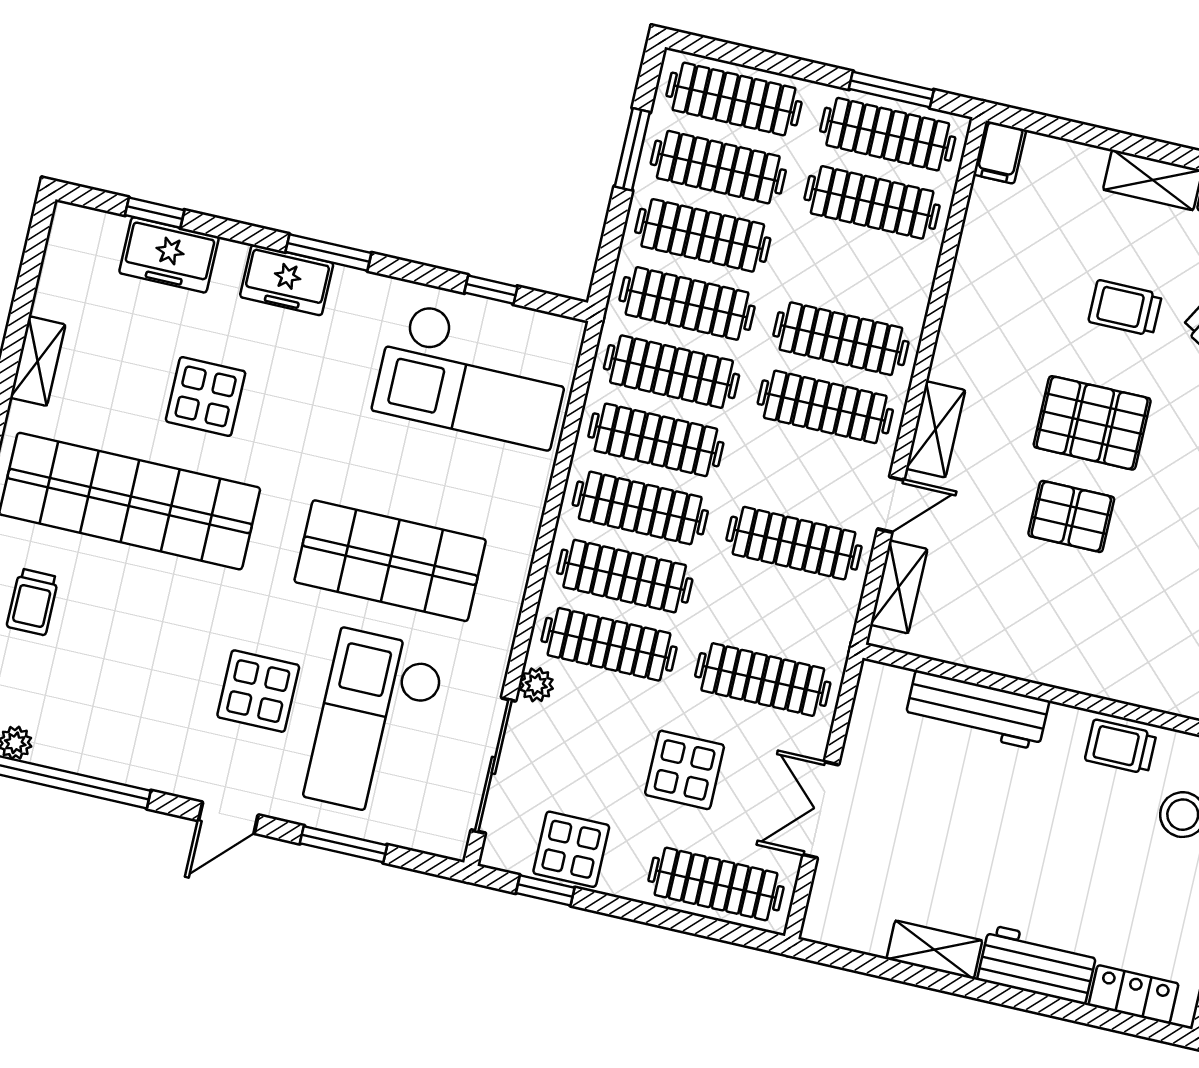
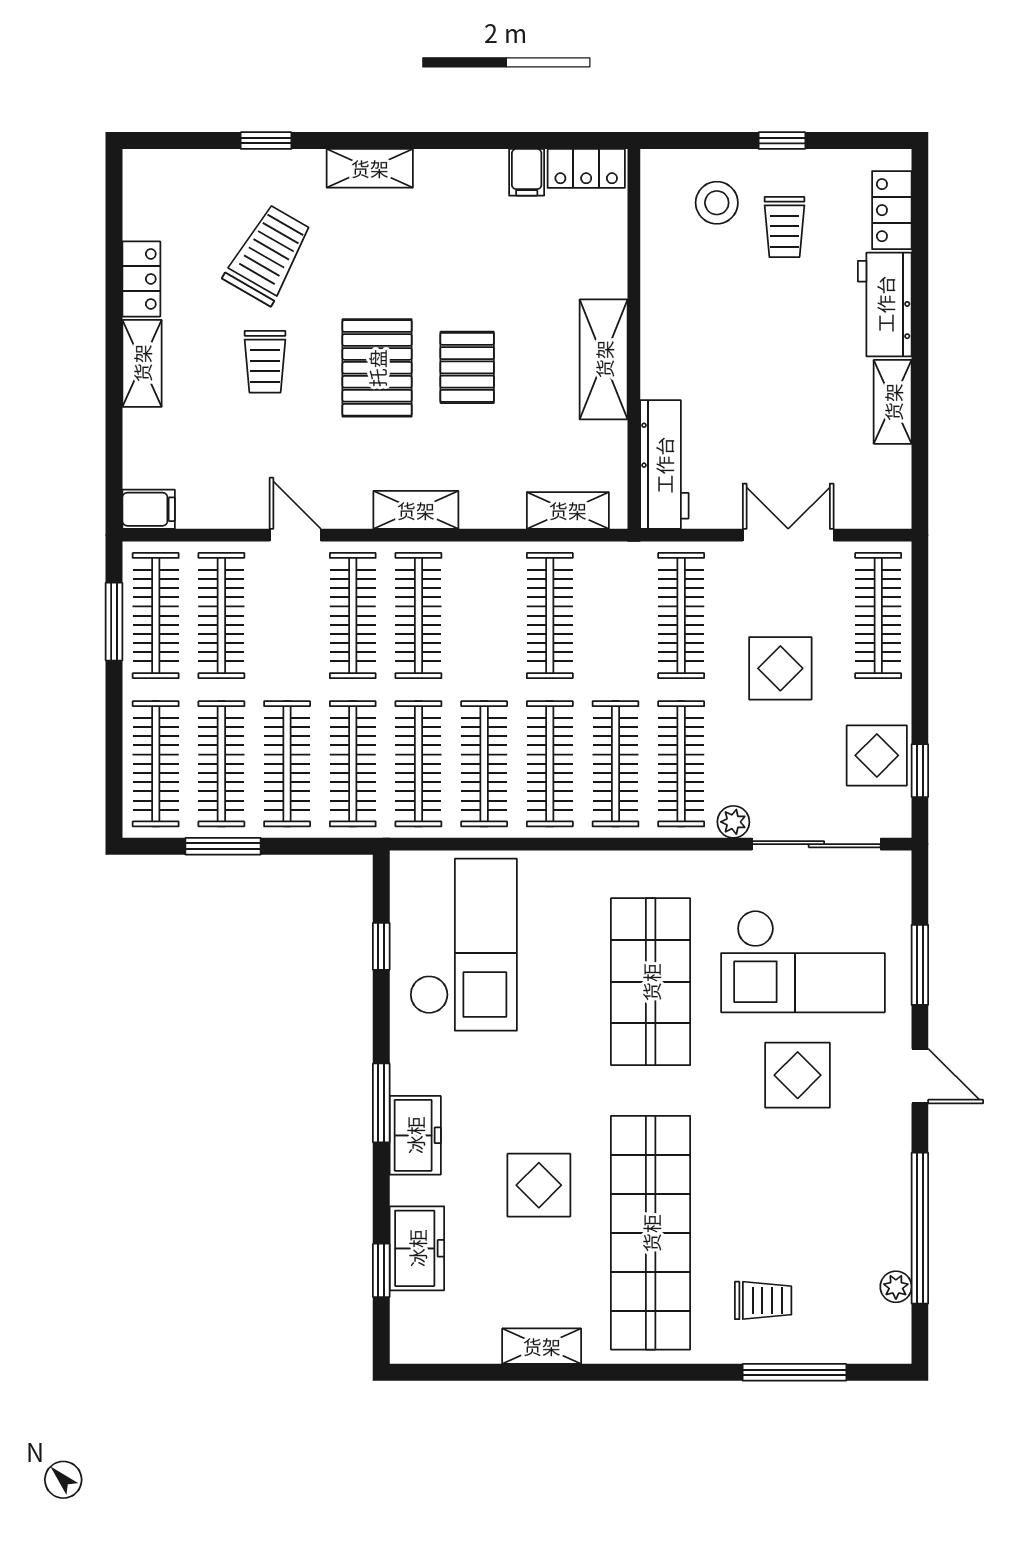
door: (891, 504) -> (295, 535), moved
shelving: (1047, 660) -> (604, 359), added
workbench: (977, 710) -> (664, 465), moved
trolley: (1121, 747) -> (784, 227), moved
double door: (821, 810) -> (788, 535), swing flipped

